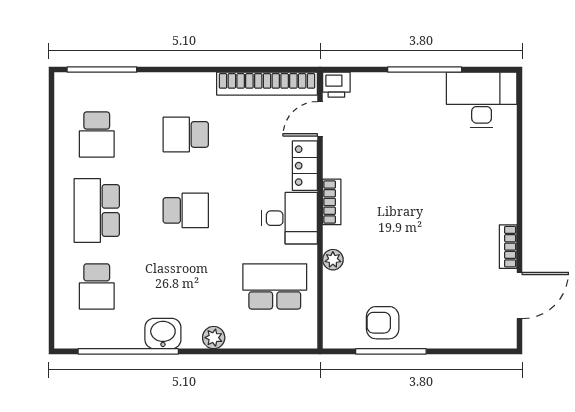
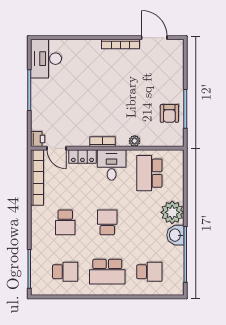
bookcase: (508, 247) -> (120, 44), width x1.56
plant: (214, 338) -> (172, 212), width x1.88, depth x1.88

